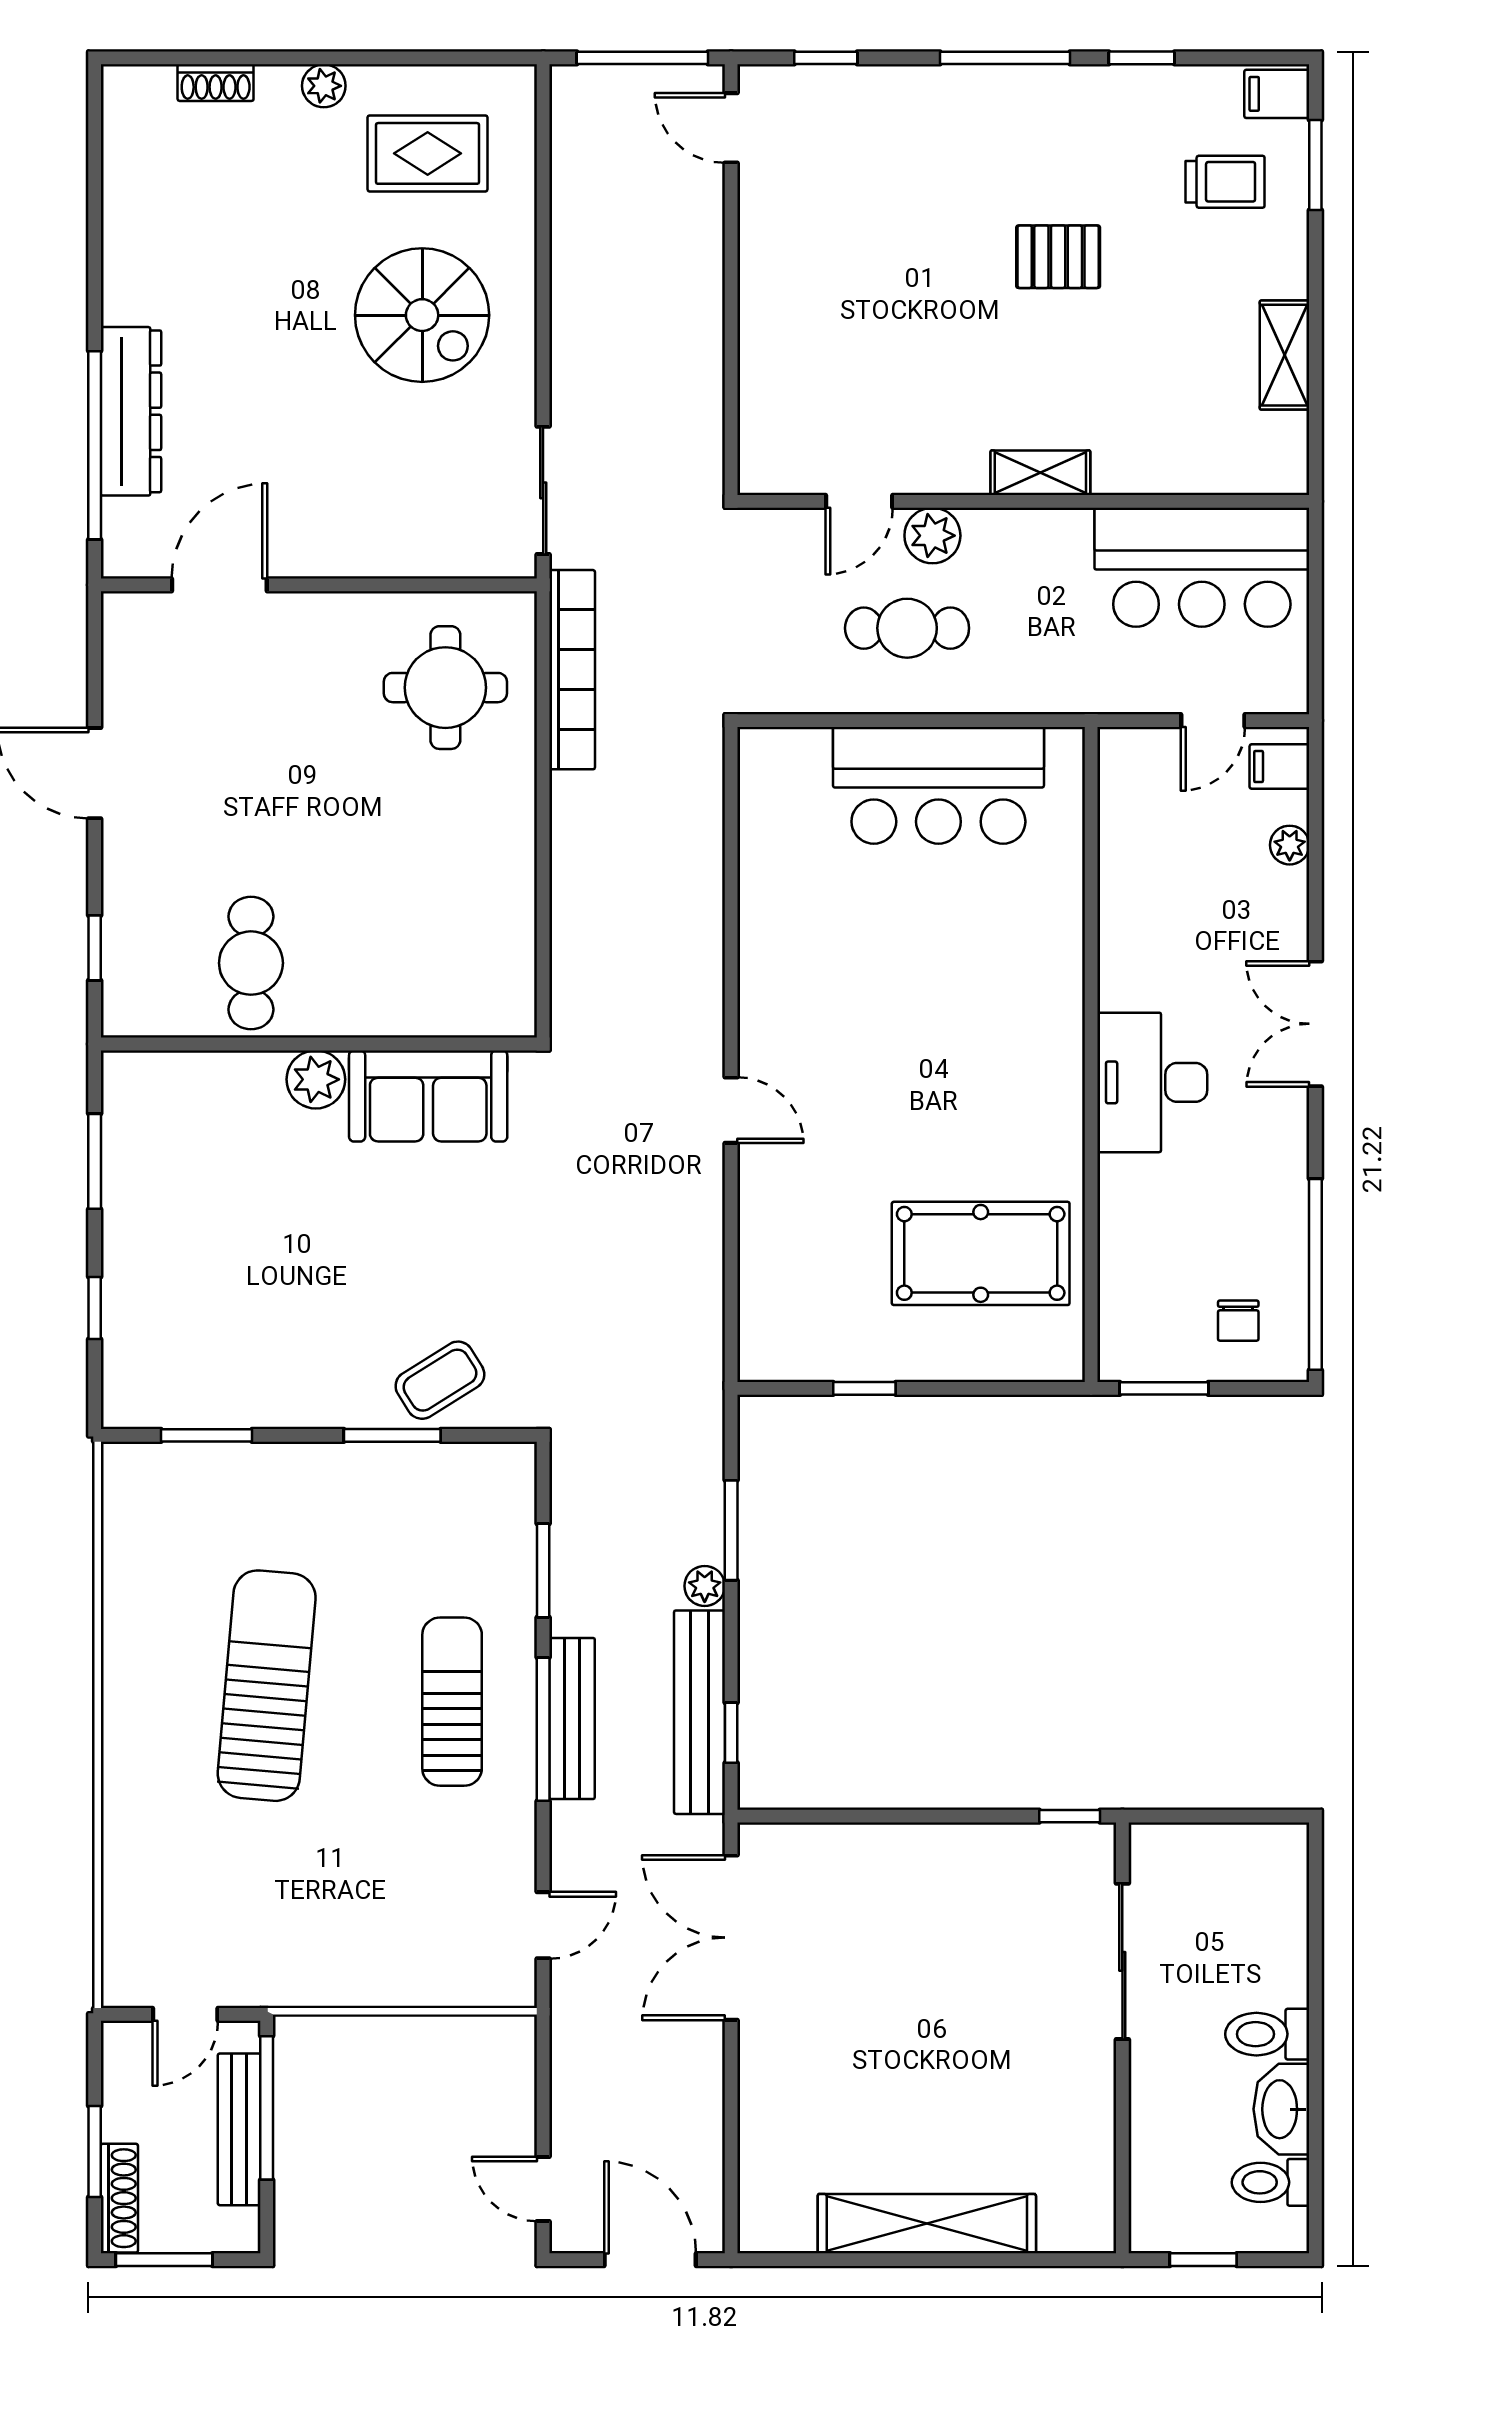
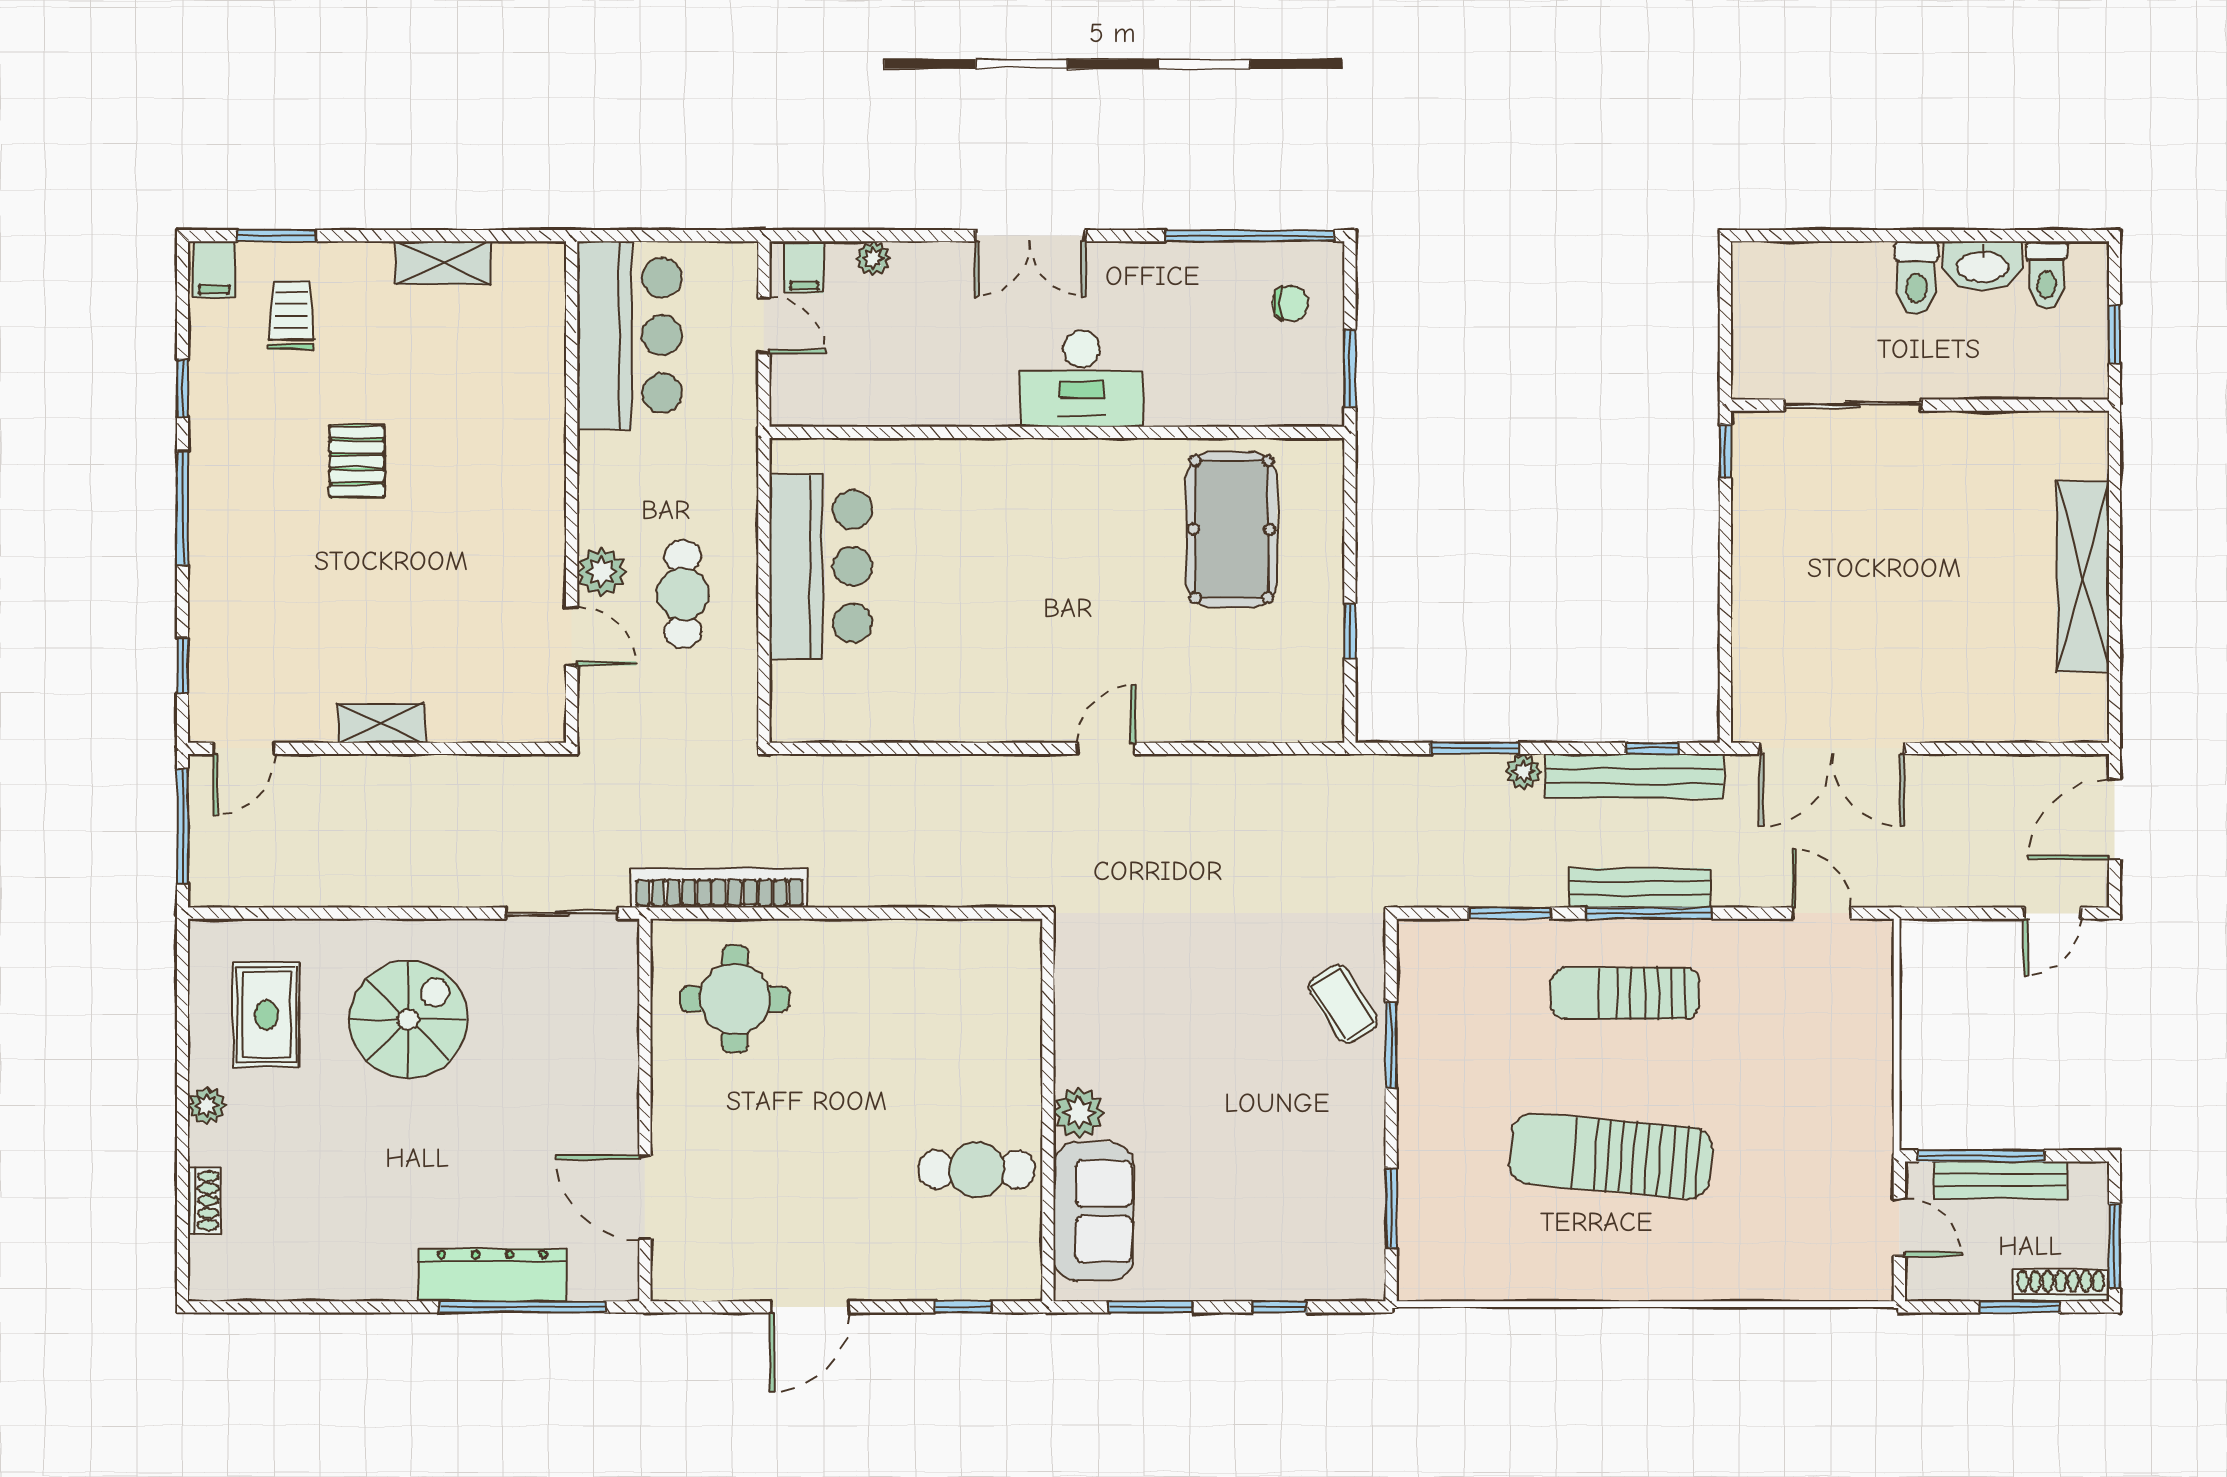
shelving: (1040, 473) -> (381, 723), moved, turned 90
sofa: (428, 1096) -> (1093, 1211), moved

